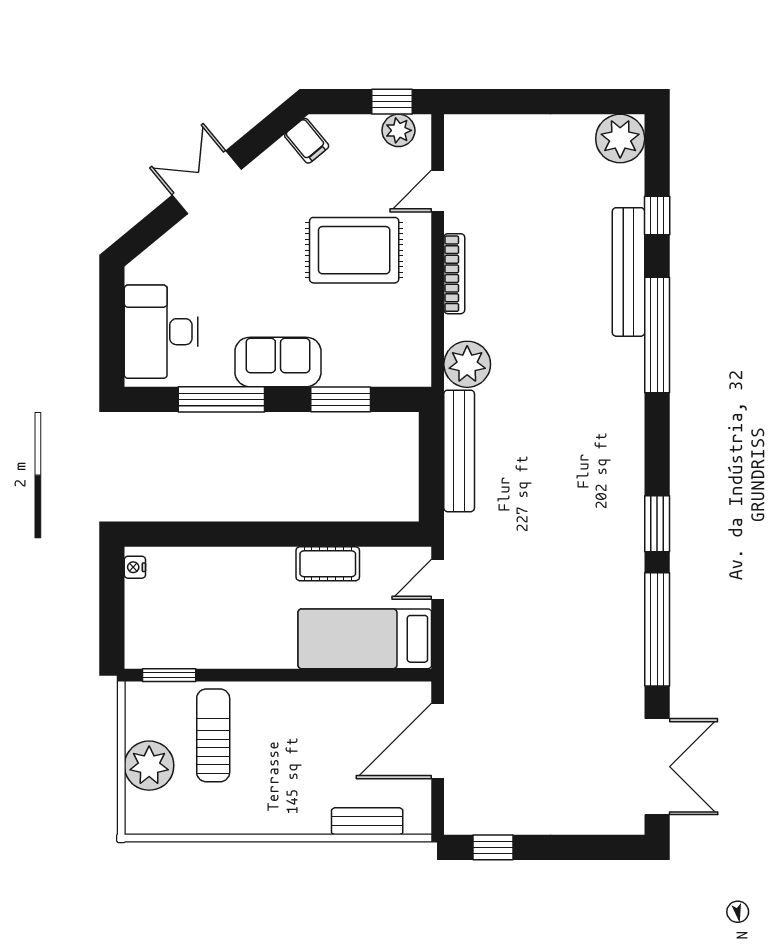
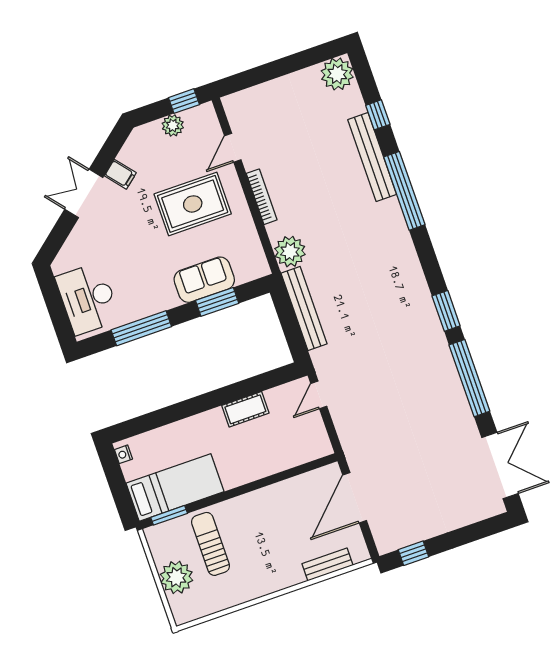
plant: (398, 130) -> (173, 125), moved
filing cabinet: (307, 141) -> (120, 174), moved
sofa: (278, 362) -> (204, 280), moved
bed: (365, 639) -> (175, 487), moved, turned 180

